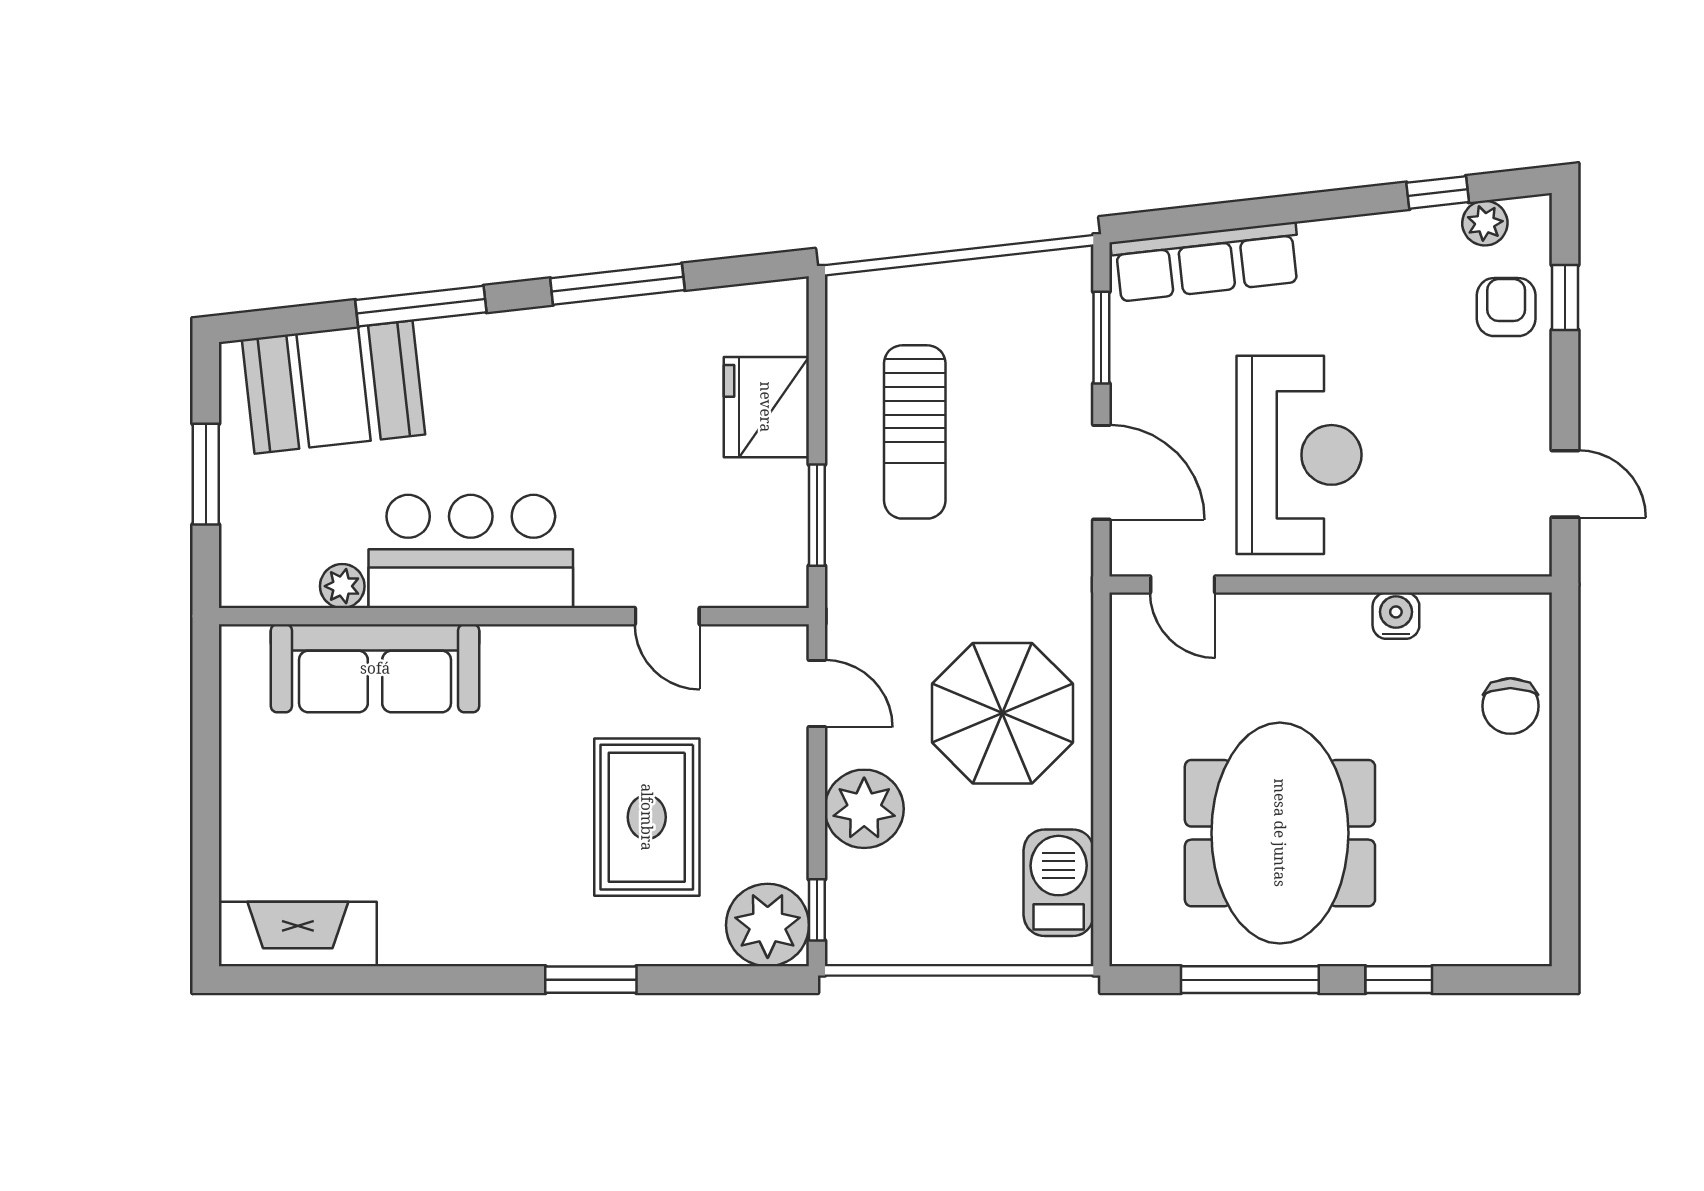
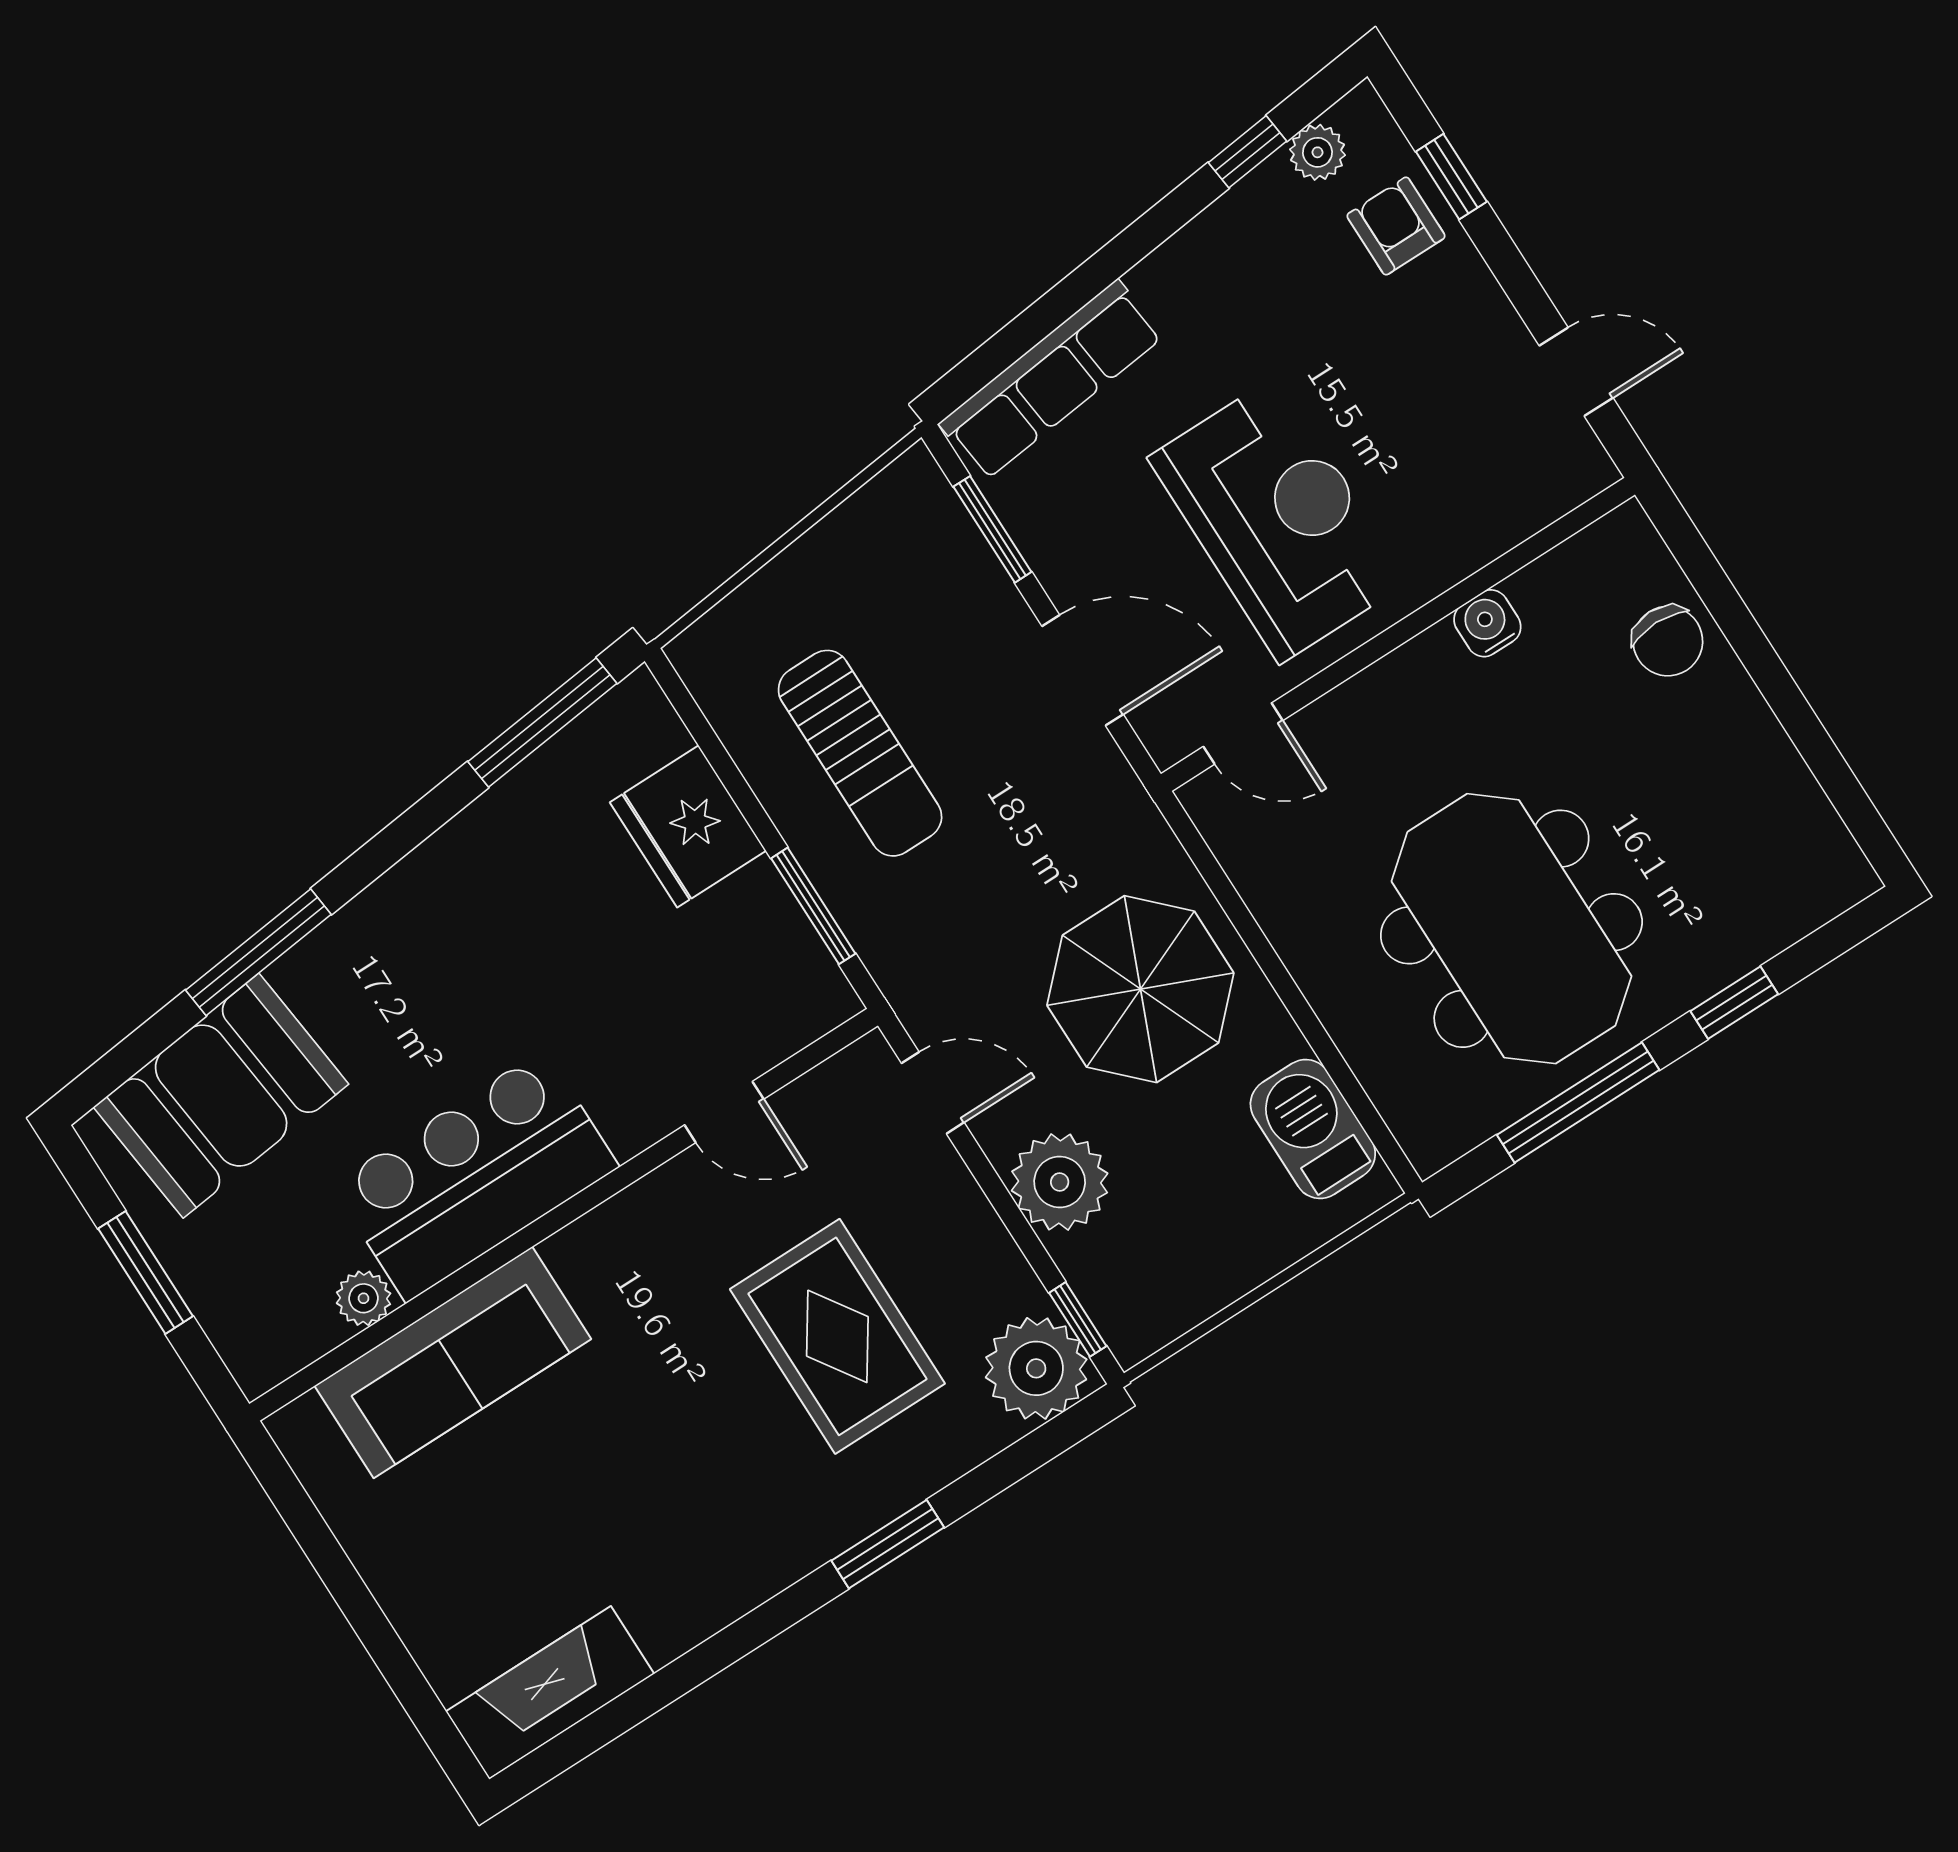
window: (617, 284) -> (542, 722), moved

